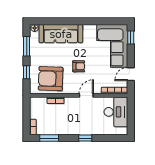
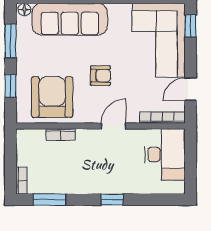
armchair: (51, 79) -> (52, 97), turned 88

